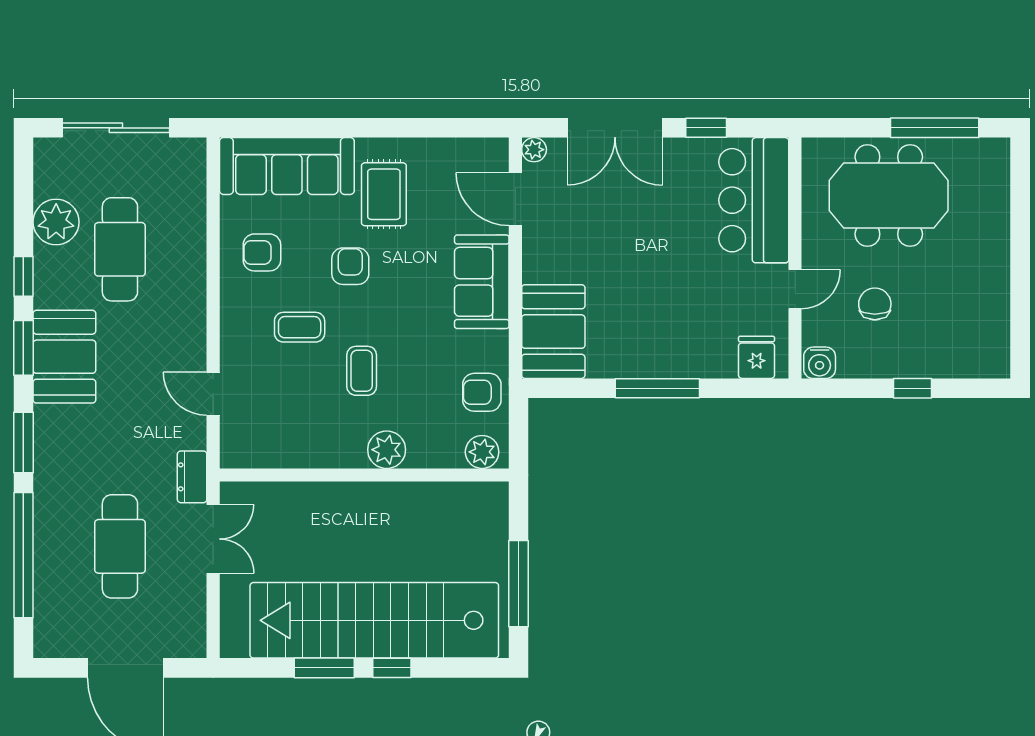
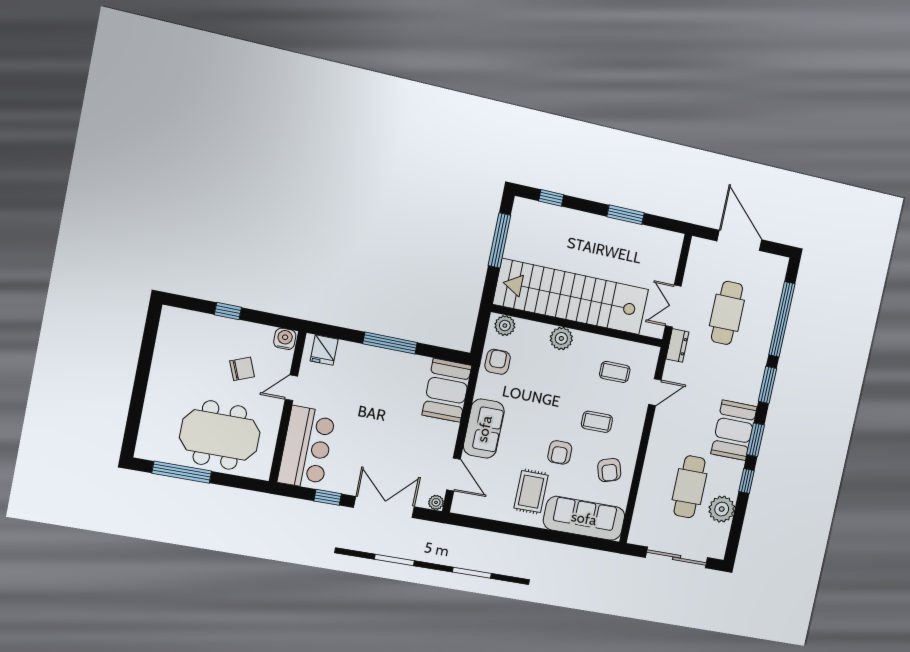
armchair: (262, 252) -> (609, 470), turned 73
chair: (875, 304) -> (242, 369), turned -112
coffee table: (362, 371) -> (615, 372), moved, turned 90
armchair: (482, 392) -> (498, 362), turned -90
door: (213, 394) -> (655, 392), hinge flipped
stairs: (374, 620) -> (571, 297), moved, turned 180
window: (392, 668) -> (551, 198), moved

